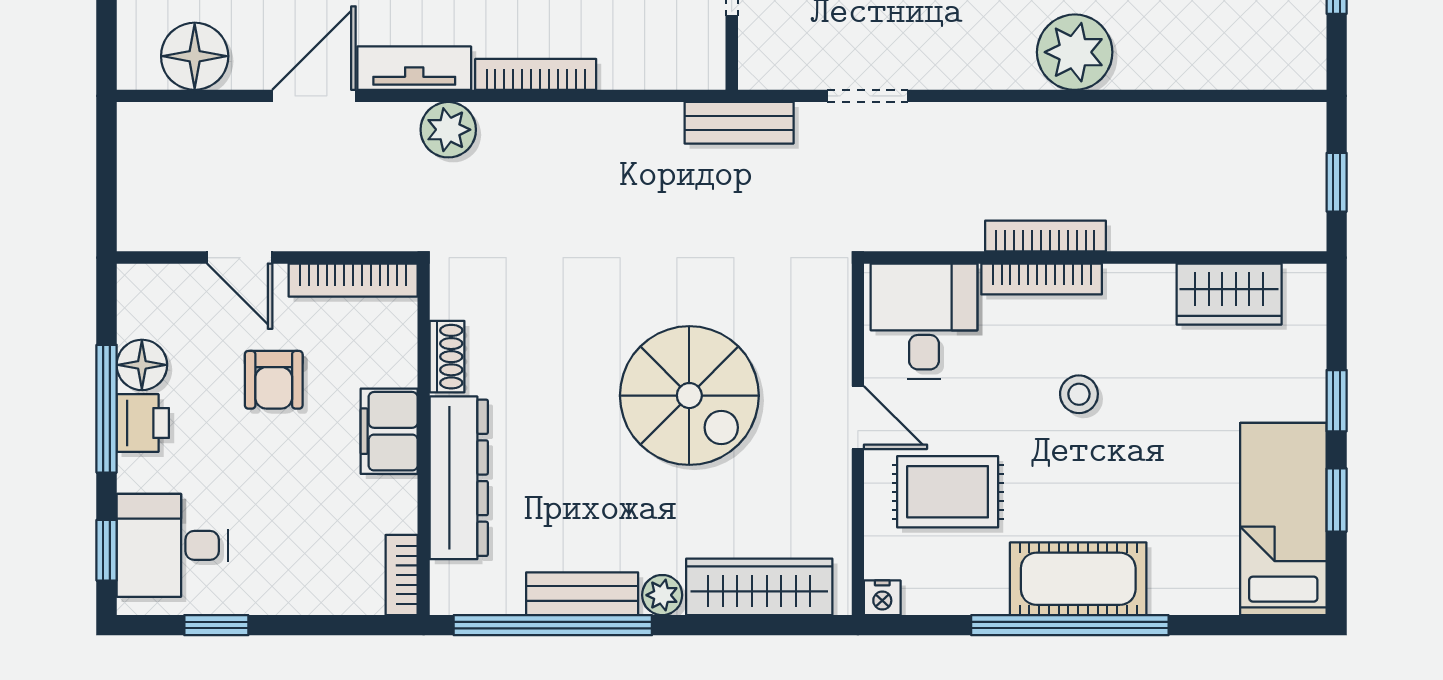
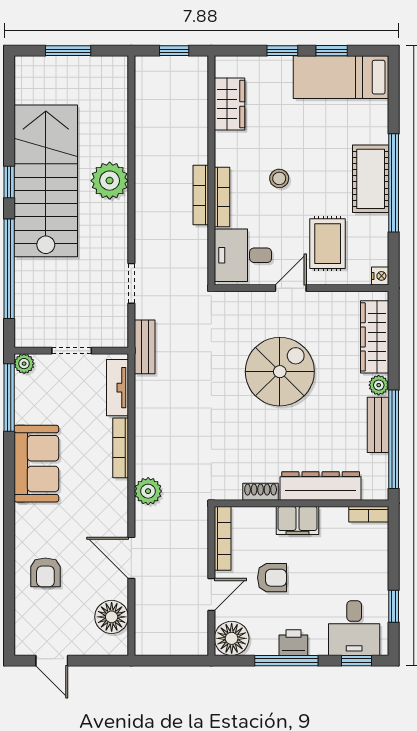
tv unit: (414, 68) -> (117, 388), moved
floor lamp: (142, 365) -> (232, 638), moved, width x1.38, depth x1.38

